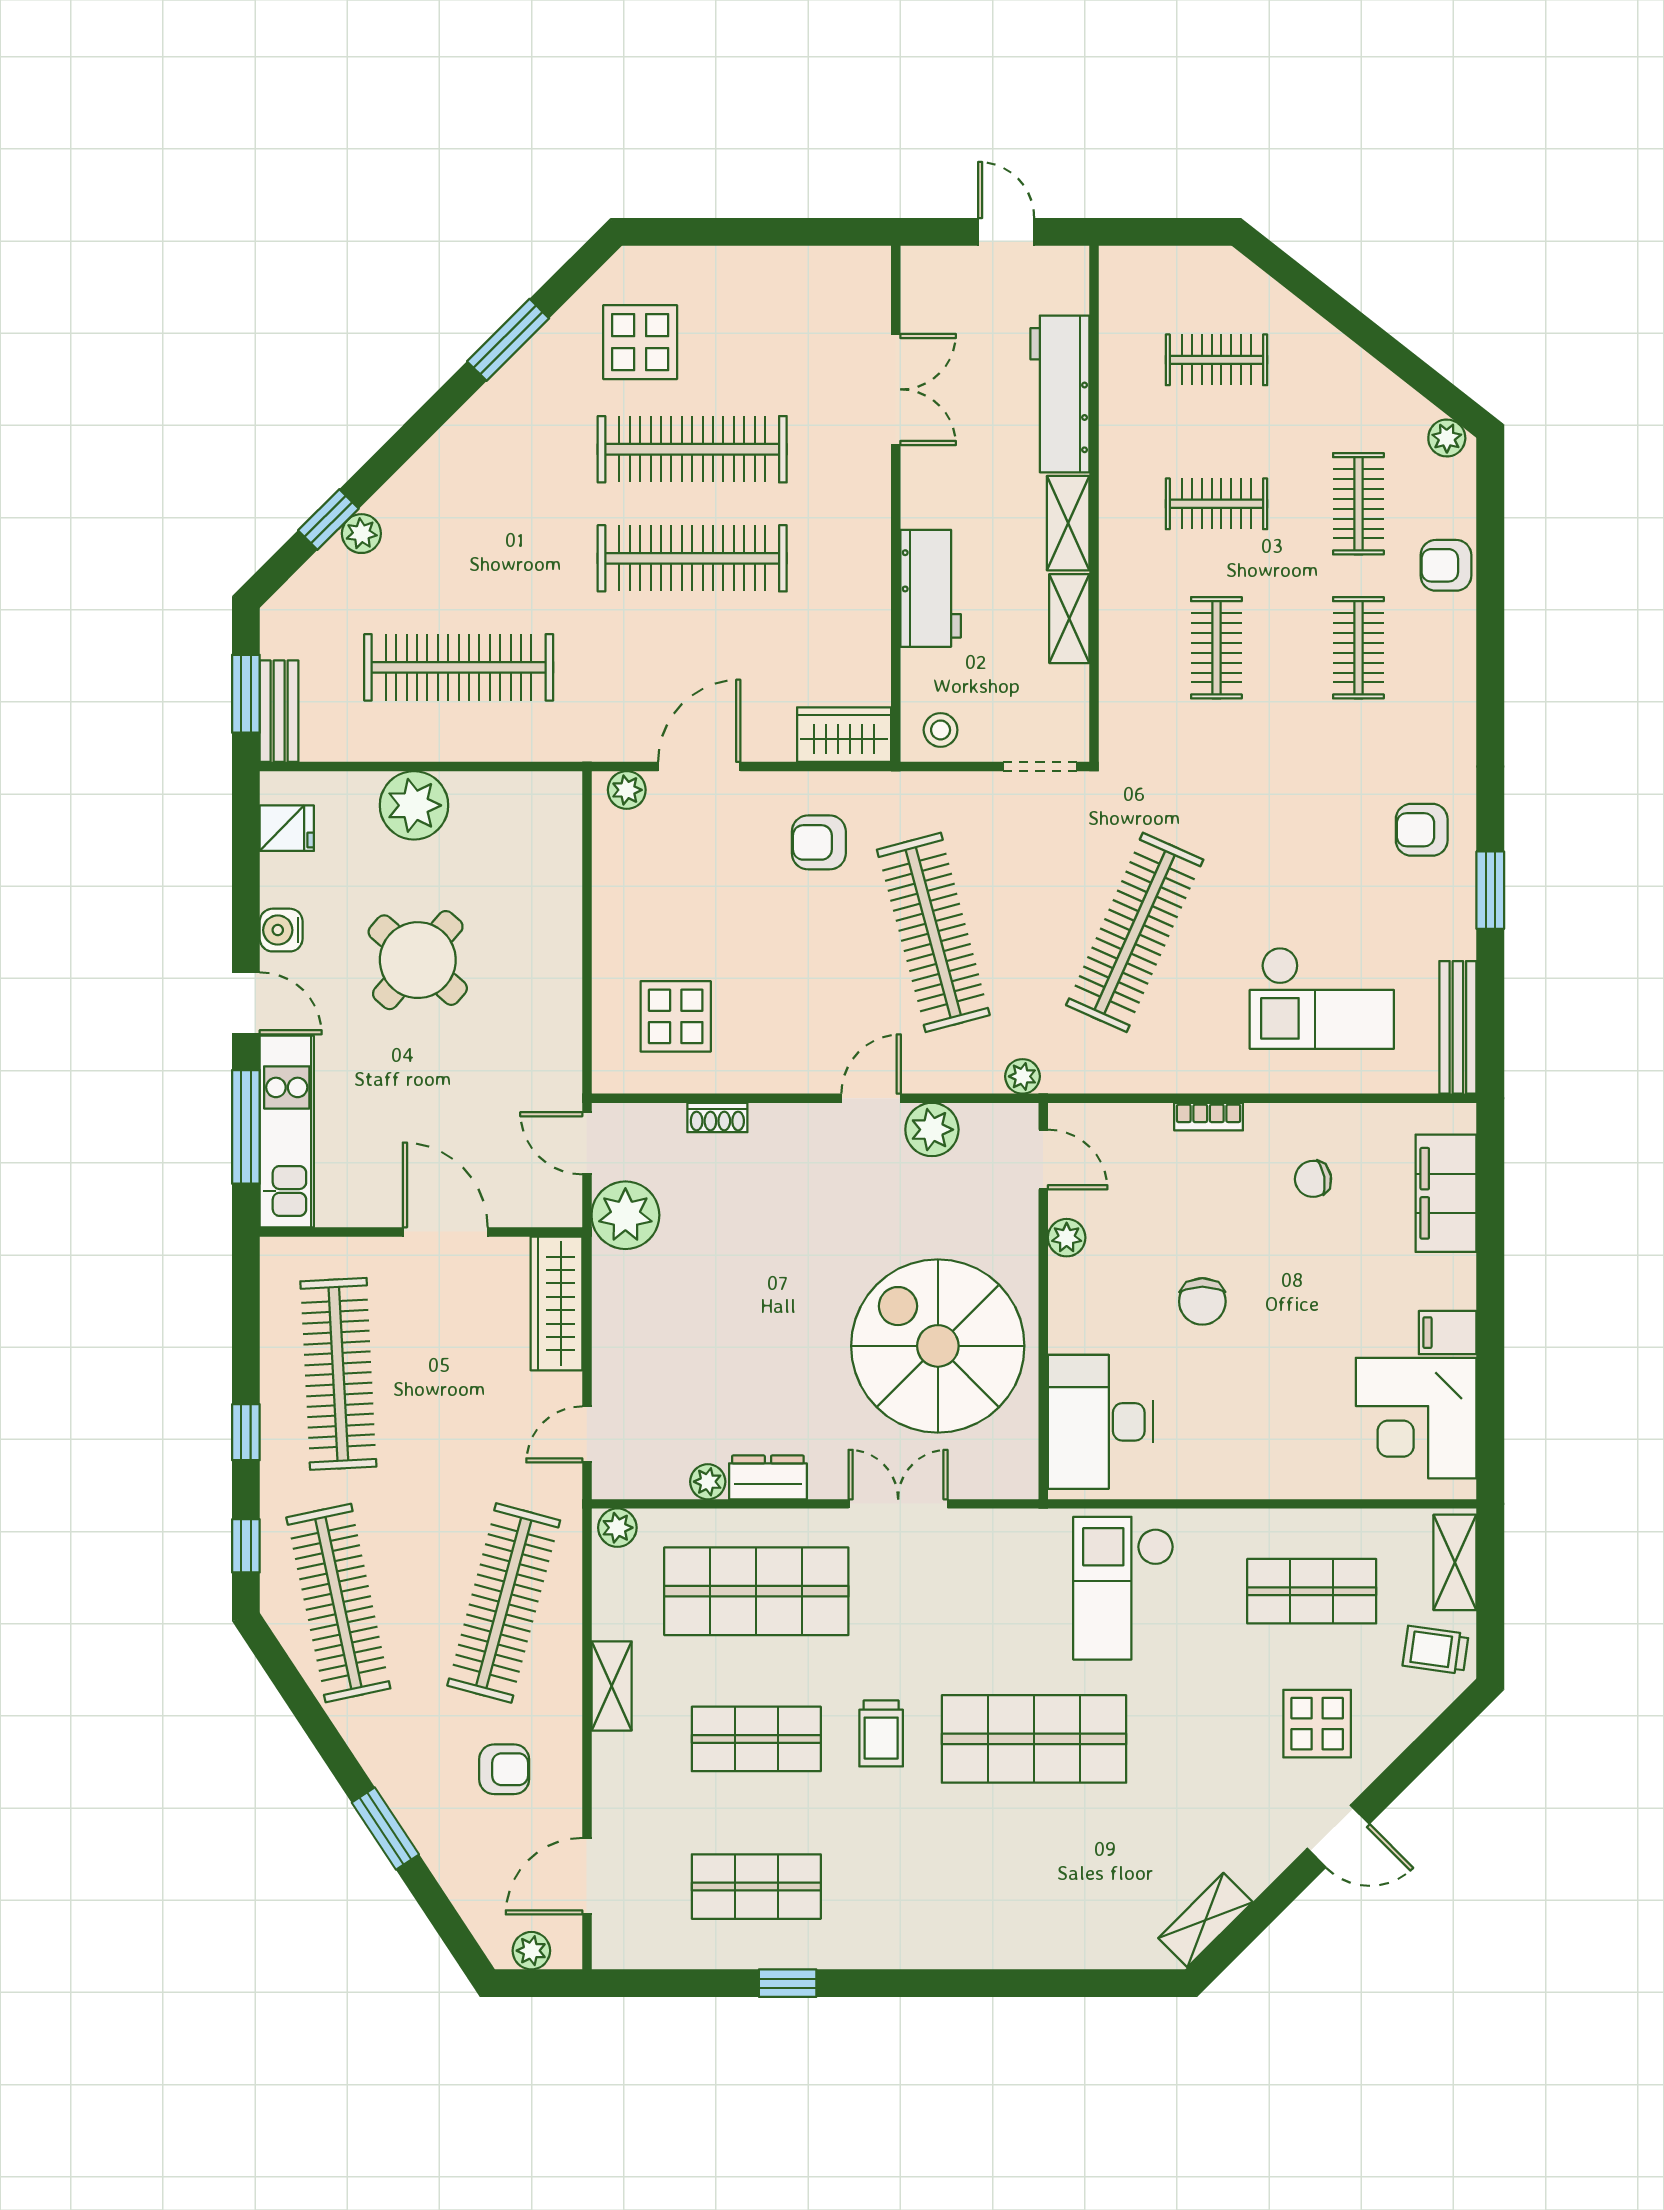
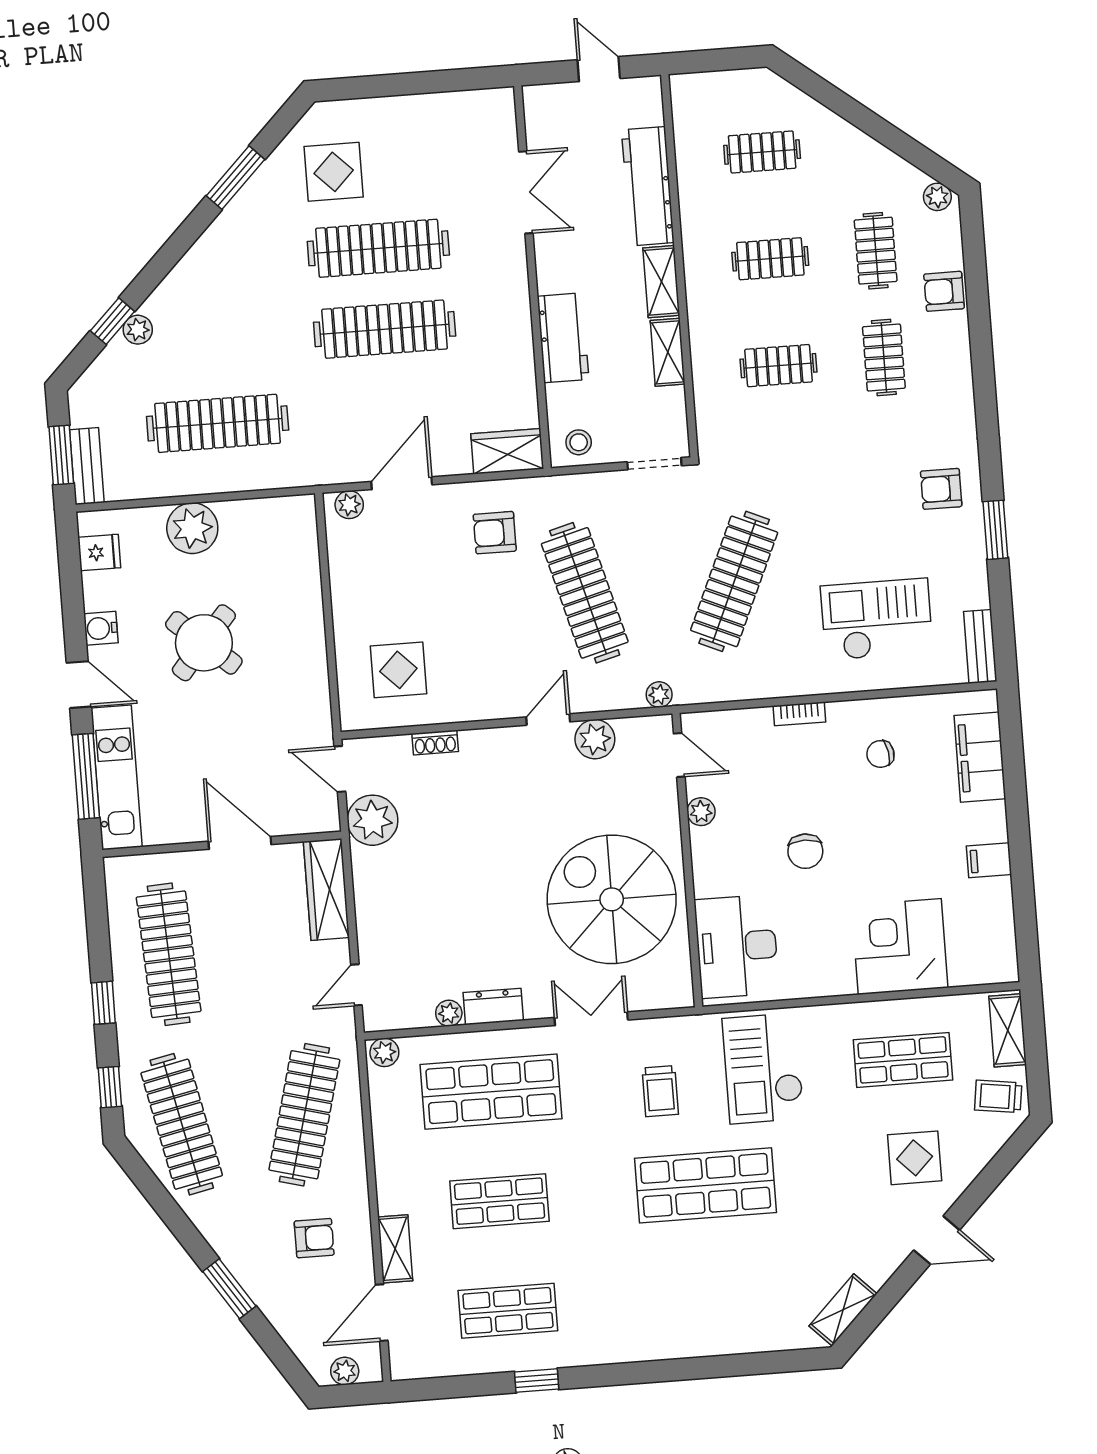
clothes rail: (1216, 648) -> (779, 366), turned 90
checkout: (1322, 998) -> (877, 619), turned 180
bench: (1458, 1027) -> (980, 646), width x0.73
corner desk: (1416, 1418) -> (900, 947), moved, turned 90
shelving: (612, 1686) -> (395, 1249), moved
trolley: (881, 1733) -> (660, 1091), moved

